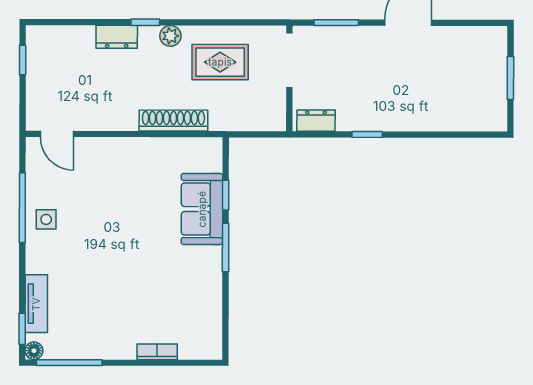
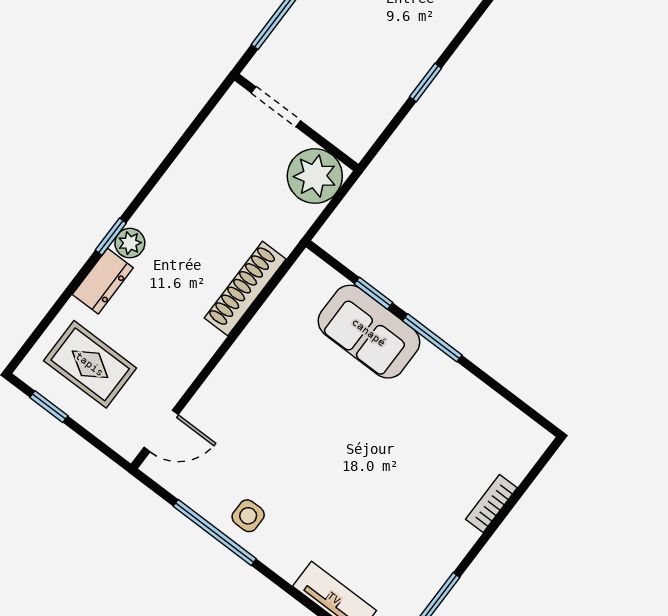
plant: (170, 36) -> (130, 243), moved
doorway: (289, 60) -> (276, 107), width x0.73
rug: (220, 62) -> (90, 364), moved, turned 90
plant: (267, 112) -> (315, 176), added
dresser: (316, 121) -> (367, 128), removed

